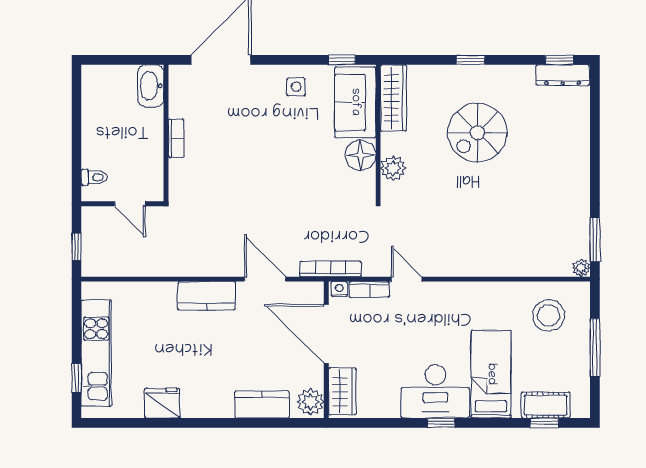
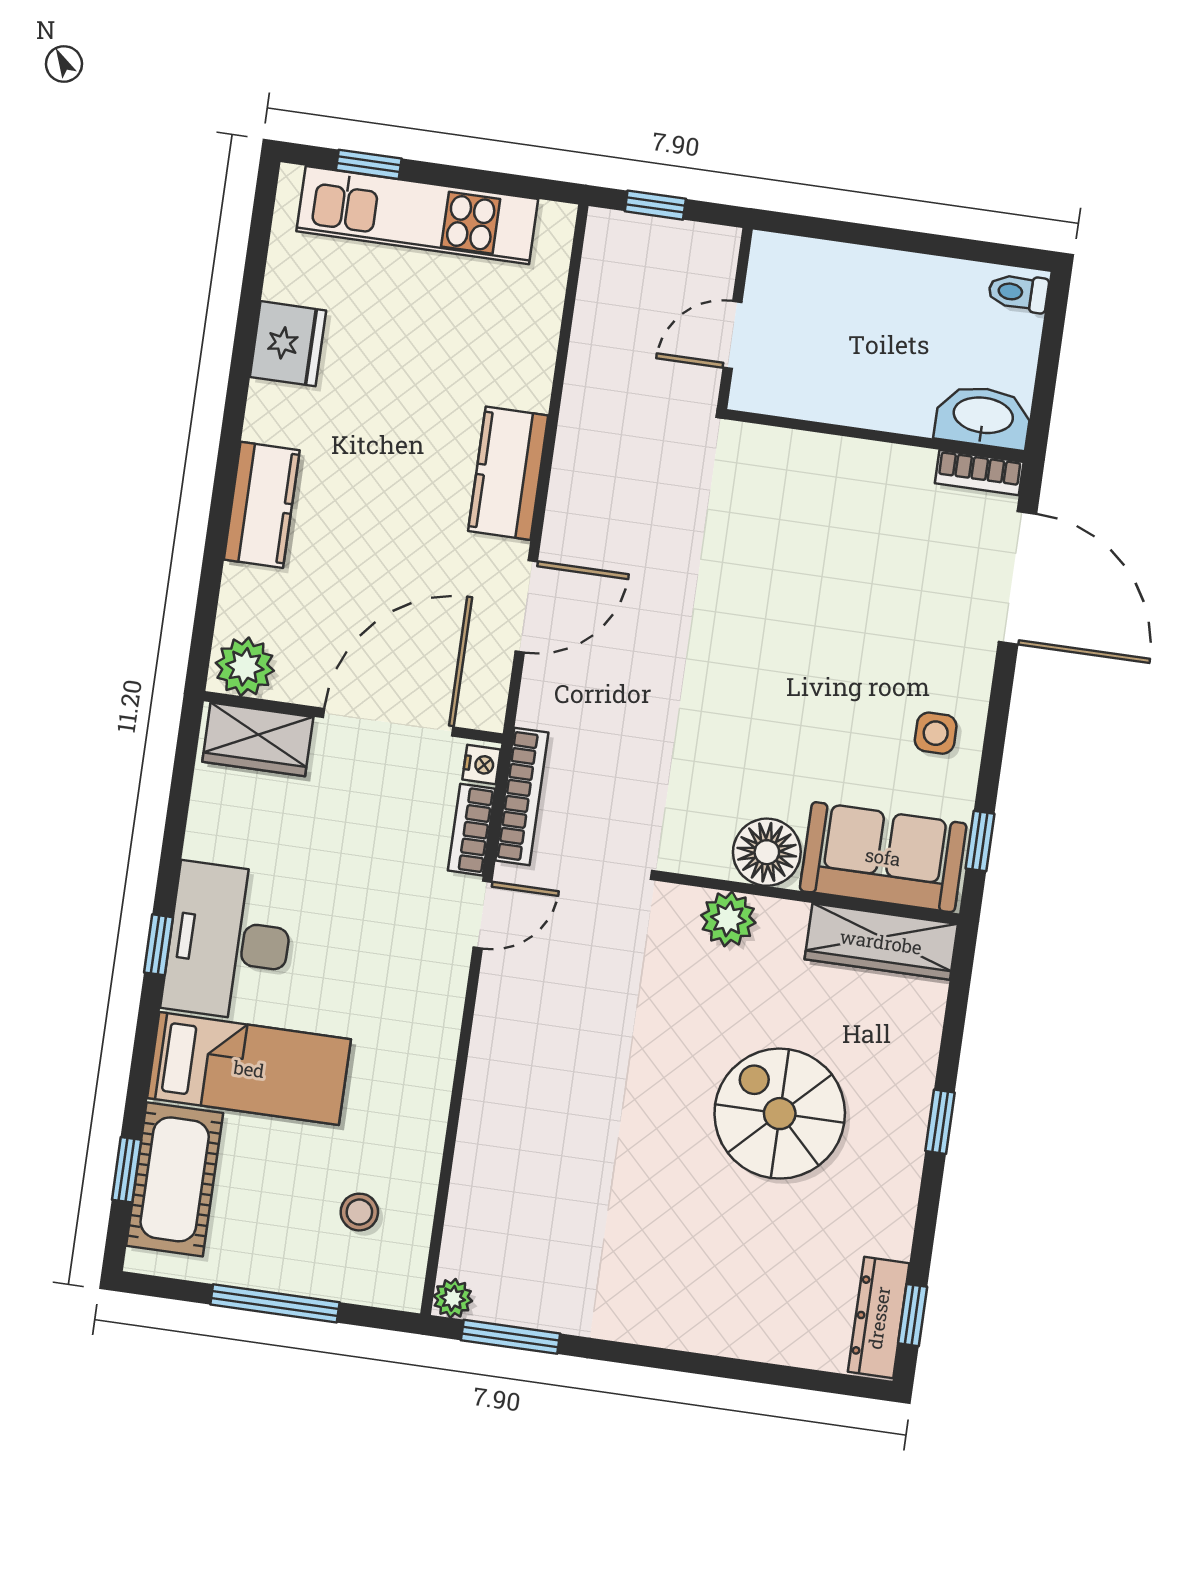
bookcase: (176, 138) -> (979, 473), moved
toilet: (94, 177) -> (1018, 293), moved, turned 90
bookcase: (330, 269) -> (522, 797), moved
stool: (548, 315) -> (359, 1212), width x0.53, depth x0.53
kitchen counter: (262, 405) -> (262, 505), moved
cot: (546, 405) -> (175, 1179), width x1.37, depth x1.34

